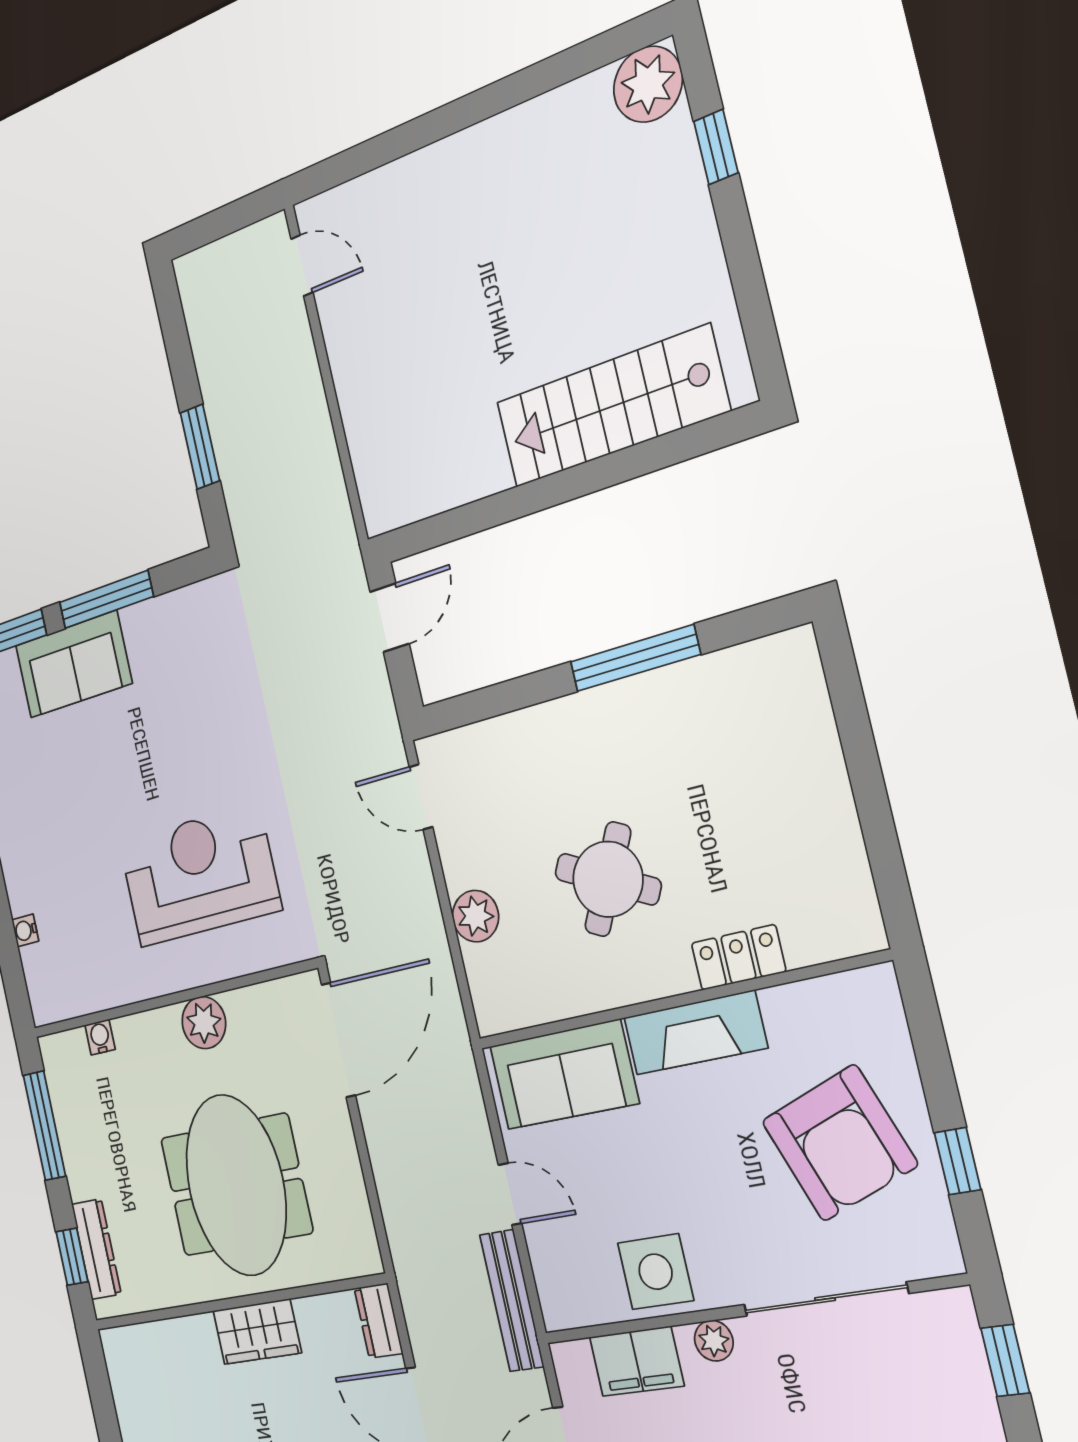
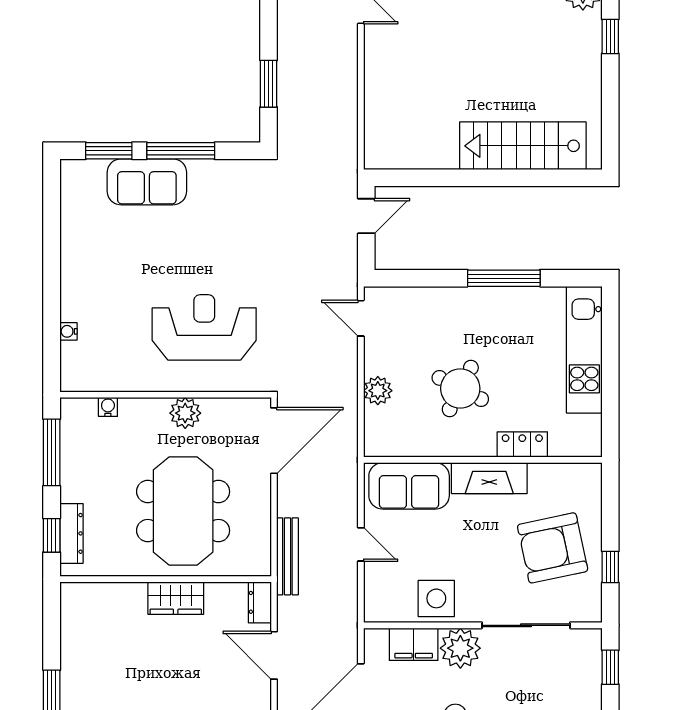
kitchen unit: (808, 751) -> (584, 350), added
armchair: (839, 1143) -> (553, 548), turned 98
bench: (512, 1301) -> (287, 556), moved
plant: (714, 1341) -> (460, 648), width x1.88, depth x1.88

